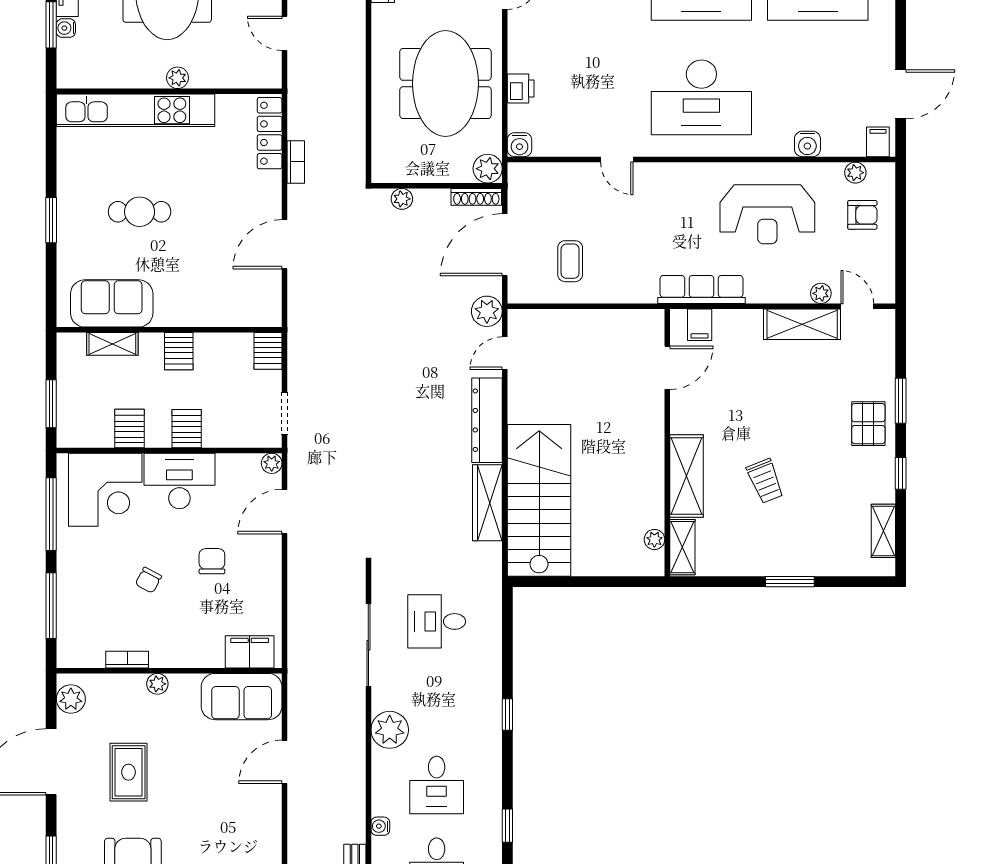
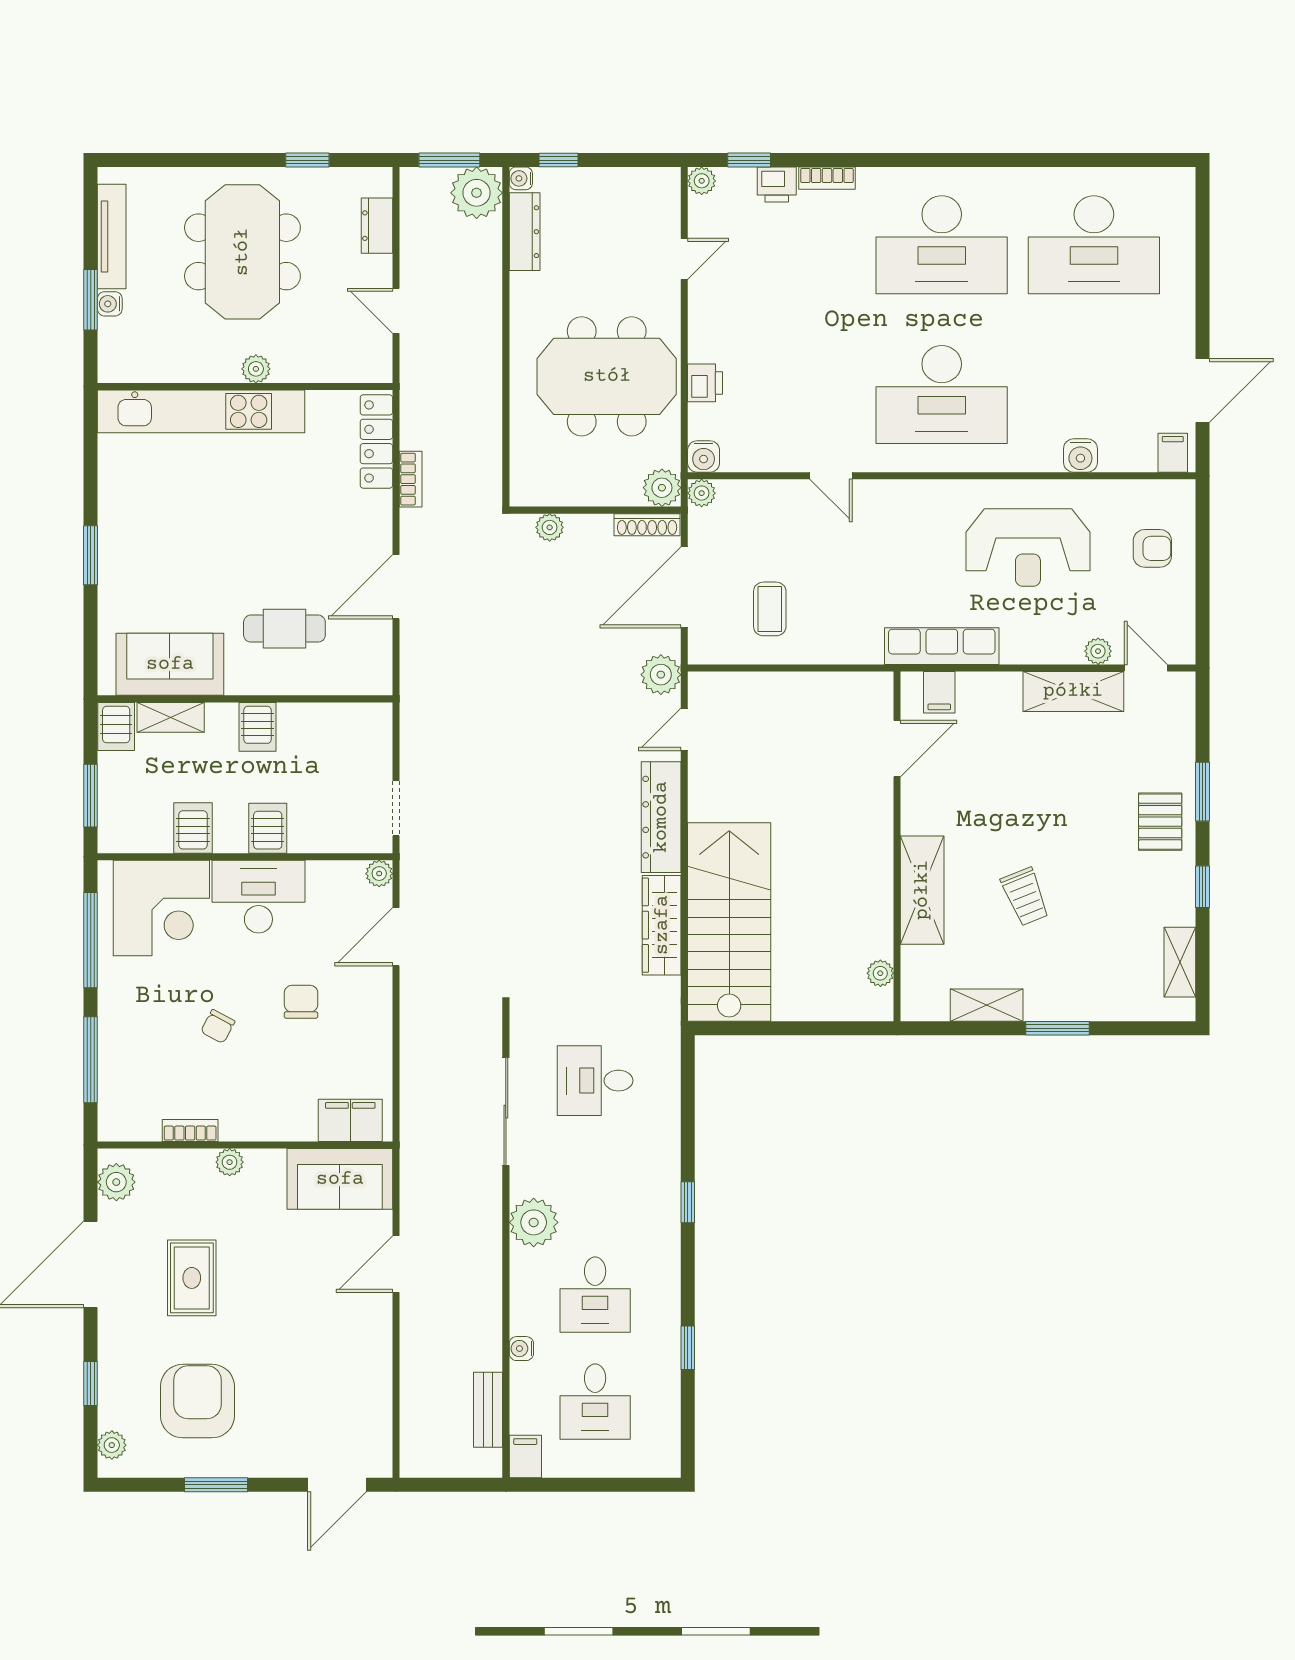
meeting table: (445, 84) -> (607, 376), turned 90
plant: (855, 173) -> (702, 493), moved
cafe table: (140, 212) -> (284, 629), moved
server rack: (268, 351) -> (116, 726), moved
shelving: (682, 547) -> (987, 1005), moved, turned 90

